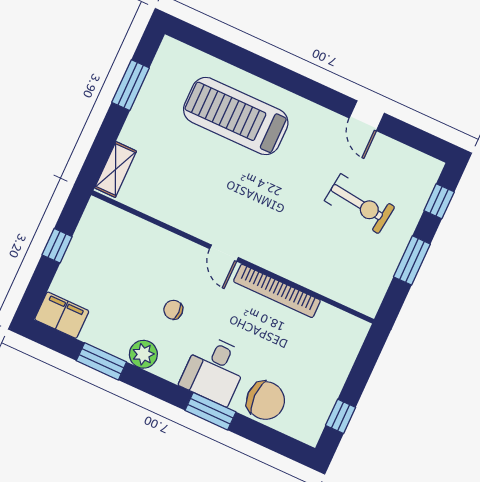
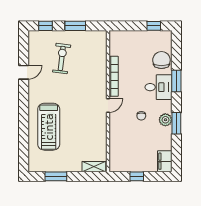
window: (101, 361) -> (176, 123), moved

